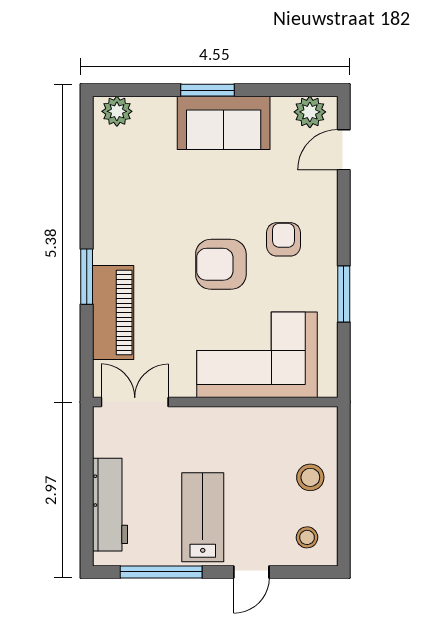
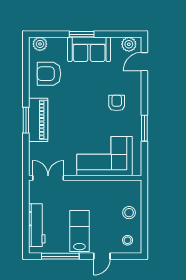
armchair: (221, 264) -> (49, 74), moved
piano: (113, 312) -> (38, 120), moved

